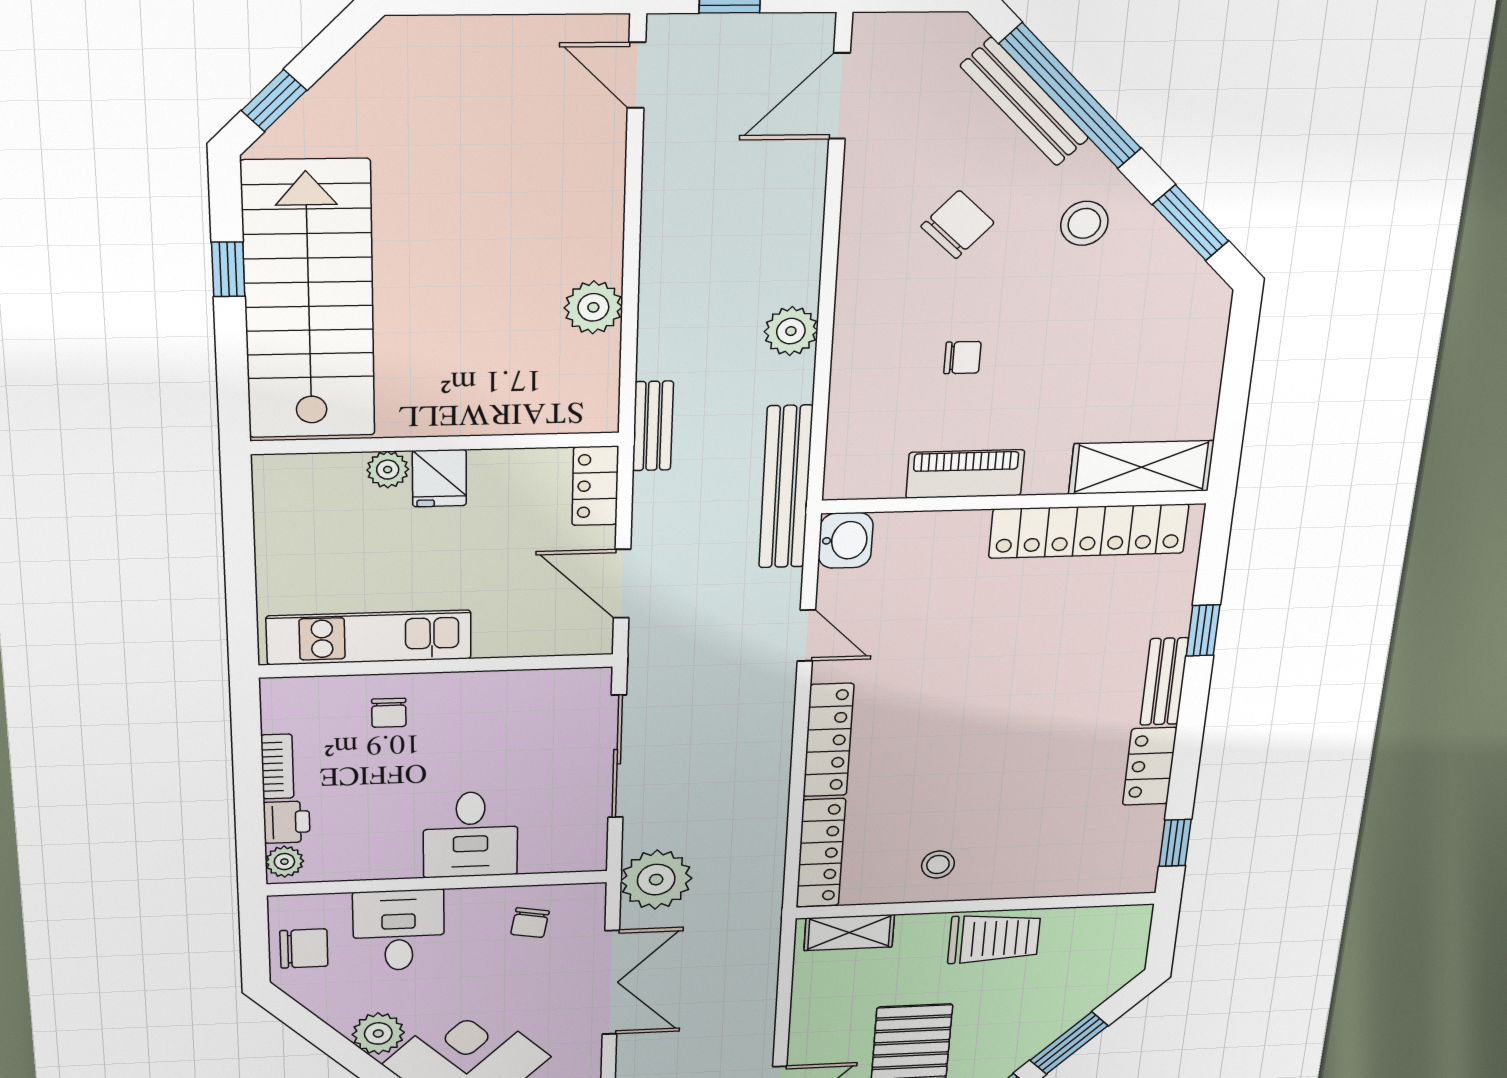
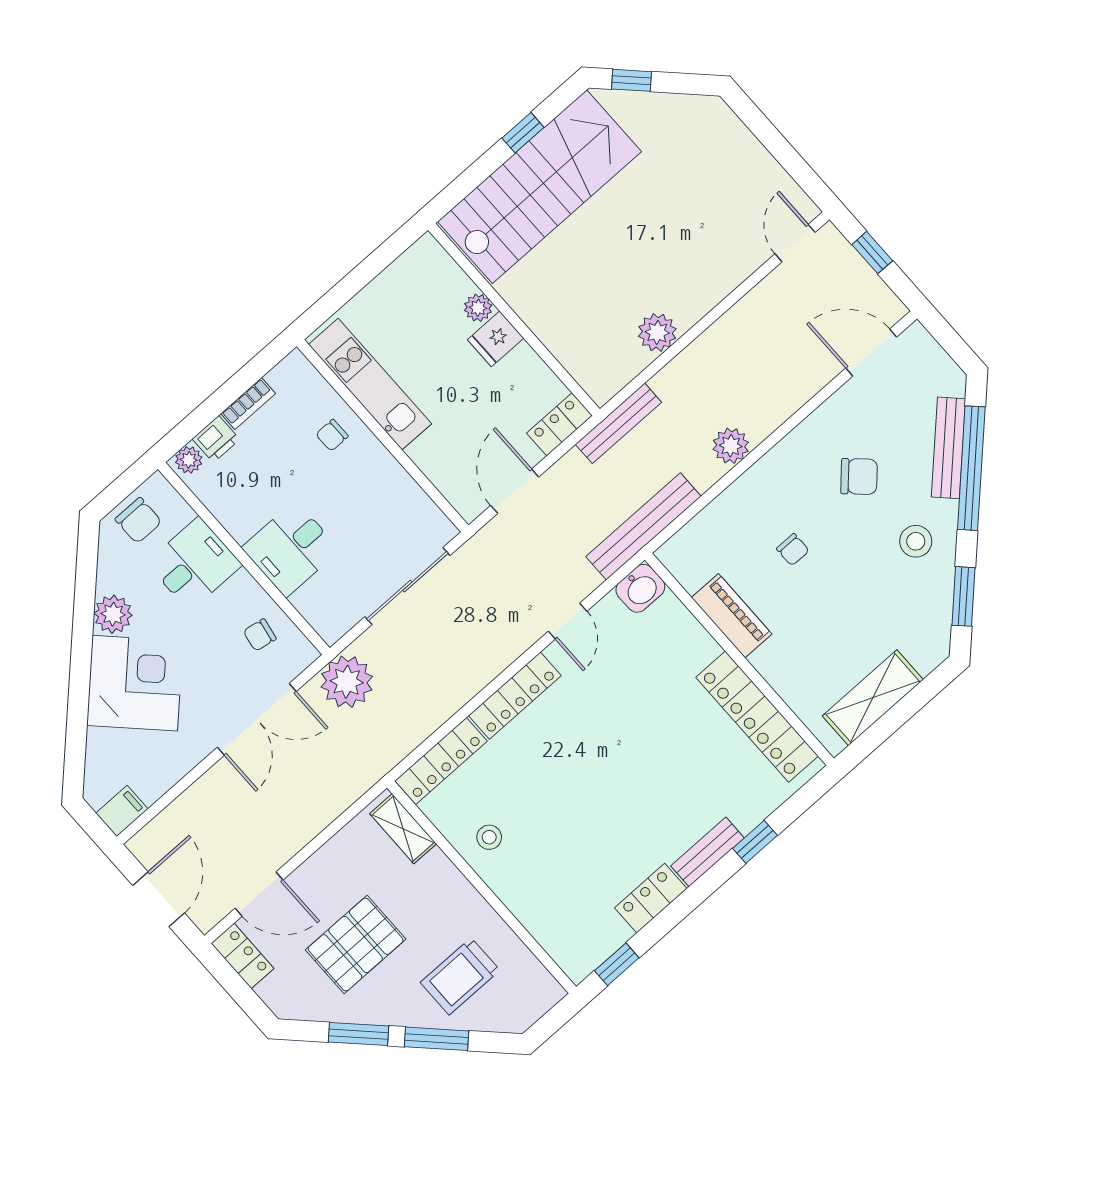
bench: (653, 426) -> (618, 423), width x1.36
shelving: (1141, 467) -> (873, 698), moved, turned 90
trolley: (994, 938) -> (460, 976), moved, turned 90

